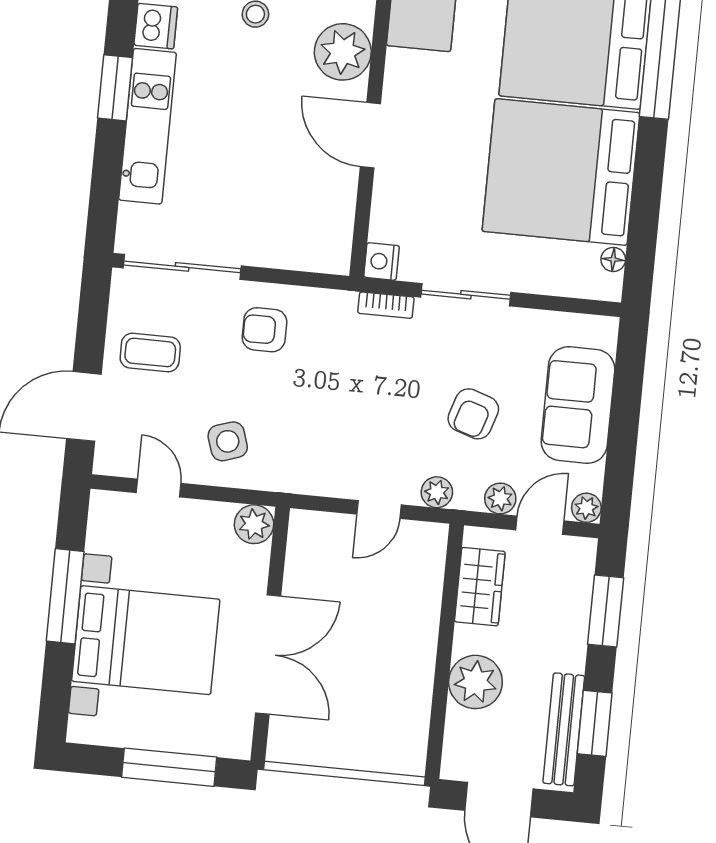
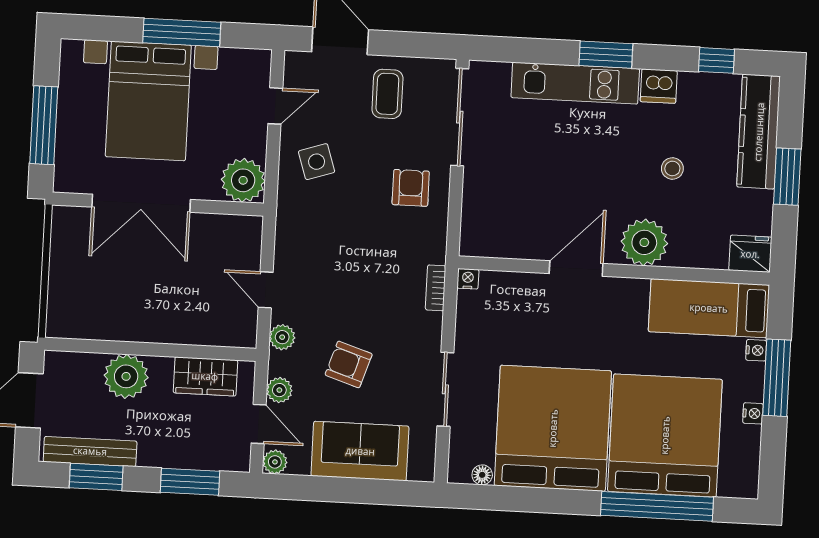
nightstand: (382, 261) -> (468, 279), width x0.72, depth x0.74
sliding door: (466, 295) -> (445, 389), moved
plant: (254, 524) -> (243, 180), width x1.36, depth x1.36

